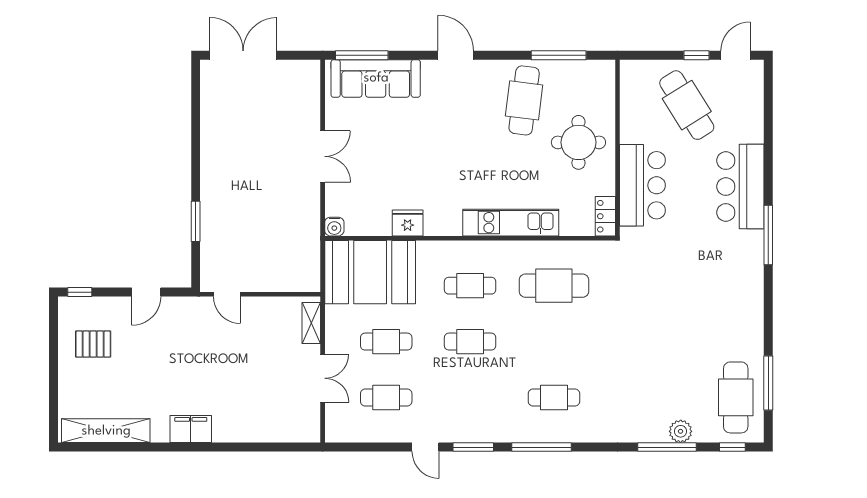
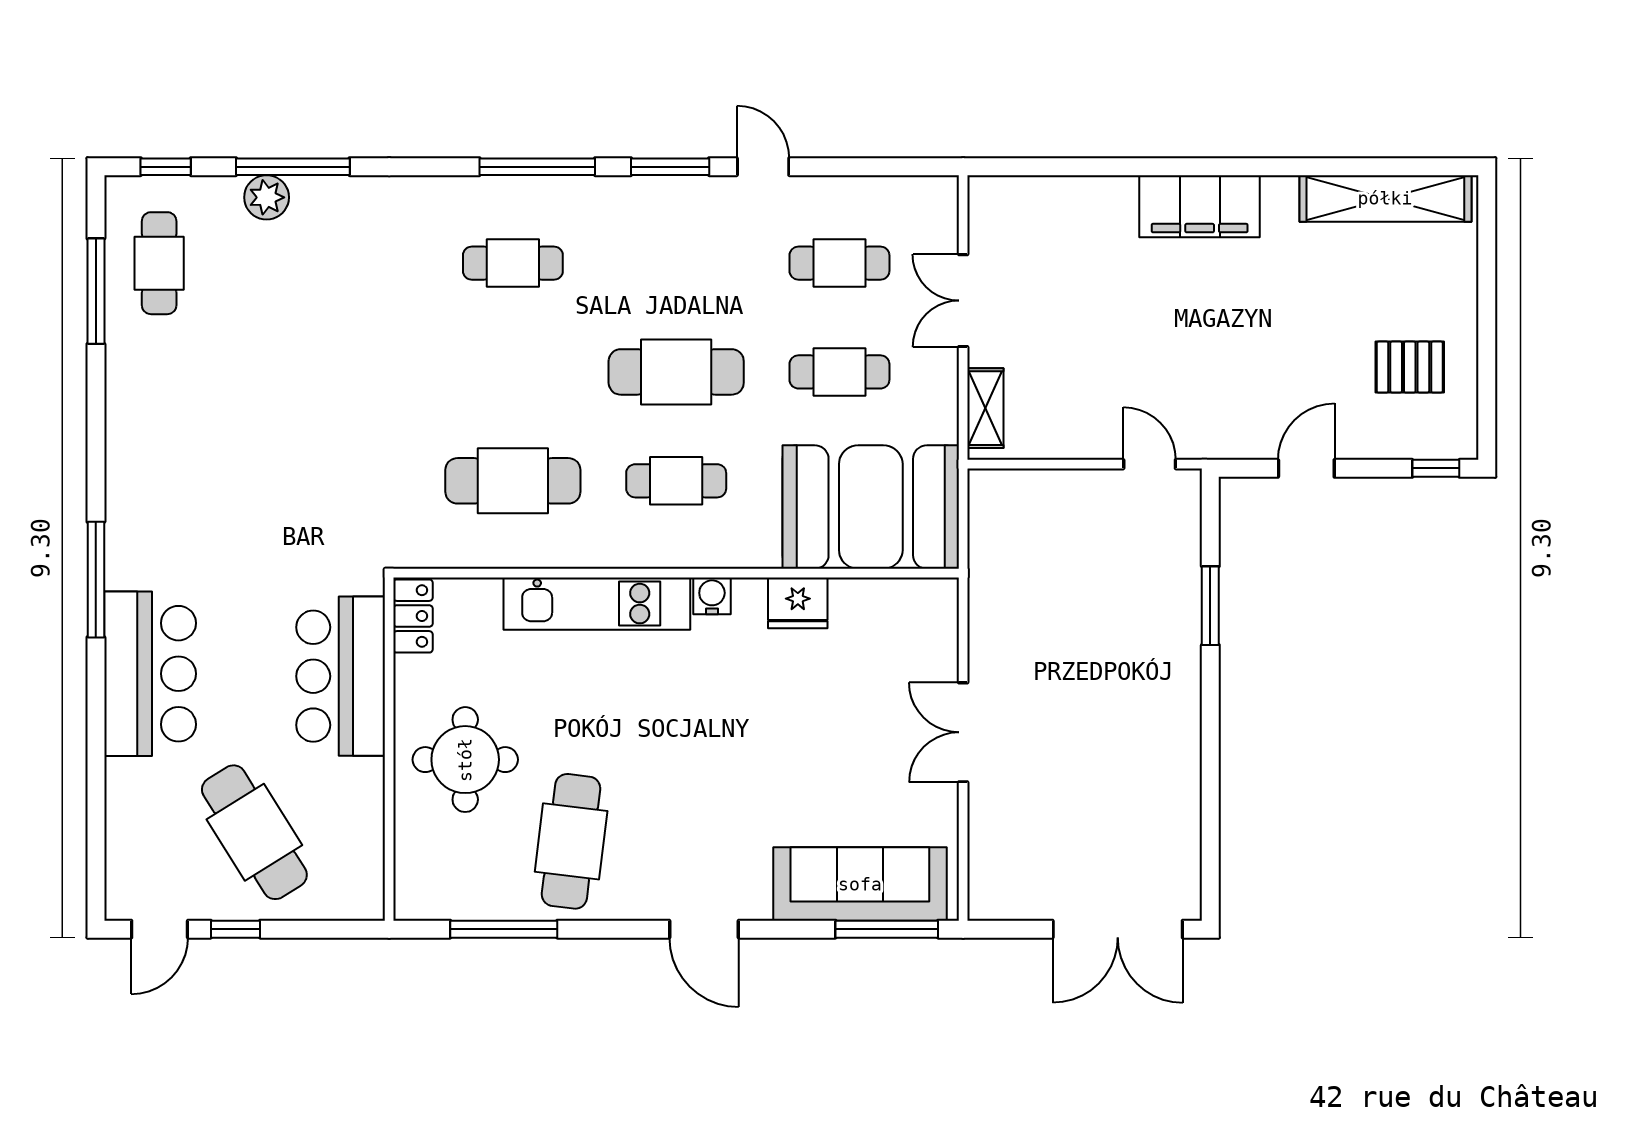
water cooler: (334, 227) -> (712, 596), moved
cafe table: (470, 342) -> (676, 372), width x1.37, depth x1.35
cafe table: (736, 397) -> (159, 263), width x0.73, depth x0.74
filing cabinet: (191, 429) -> (1200, 206), width x1.50, depth x1.17

